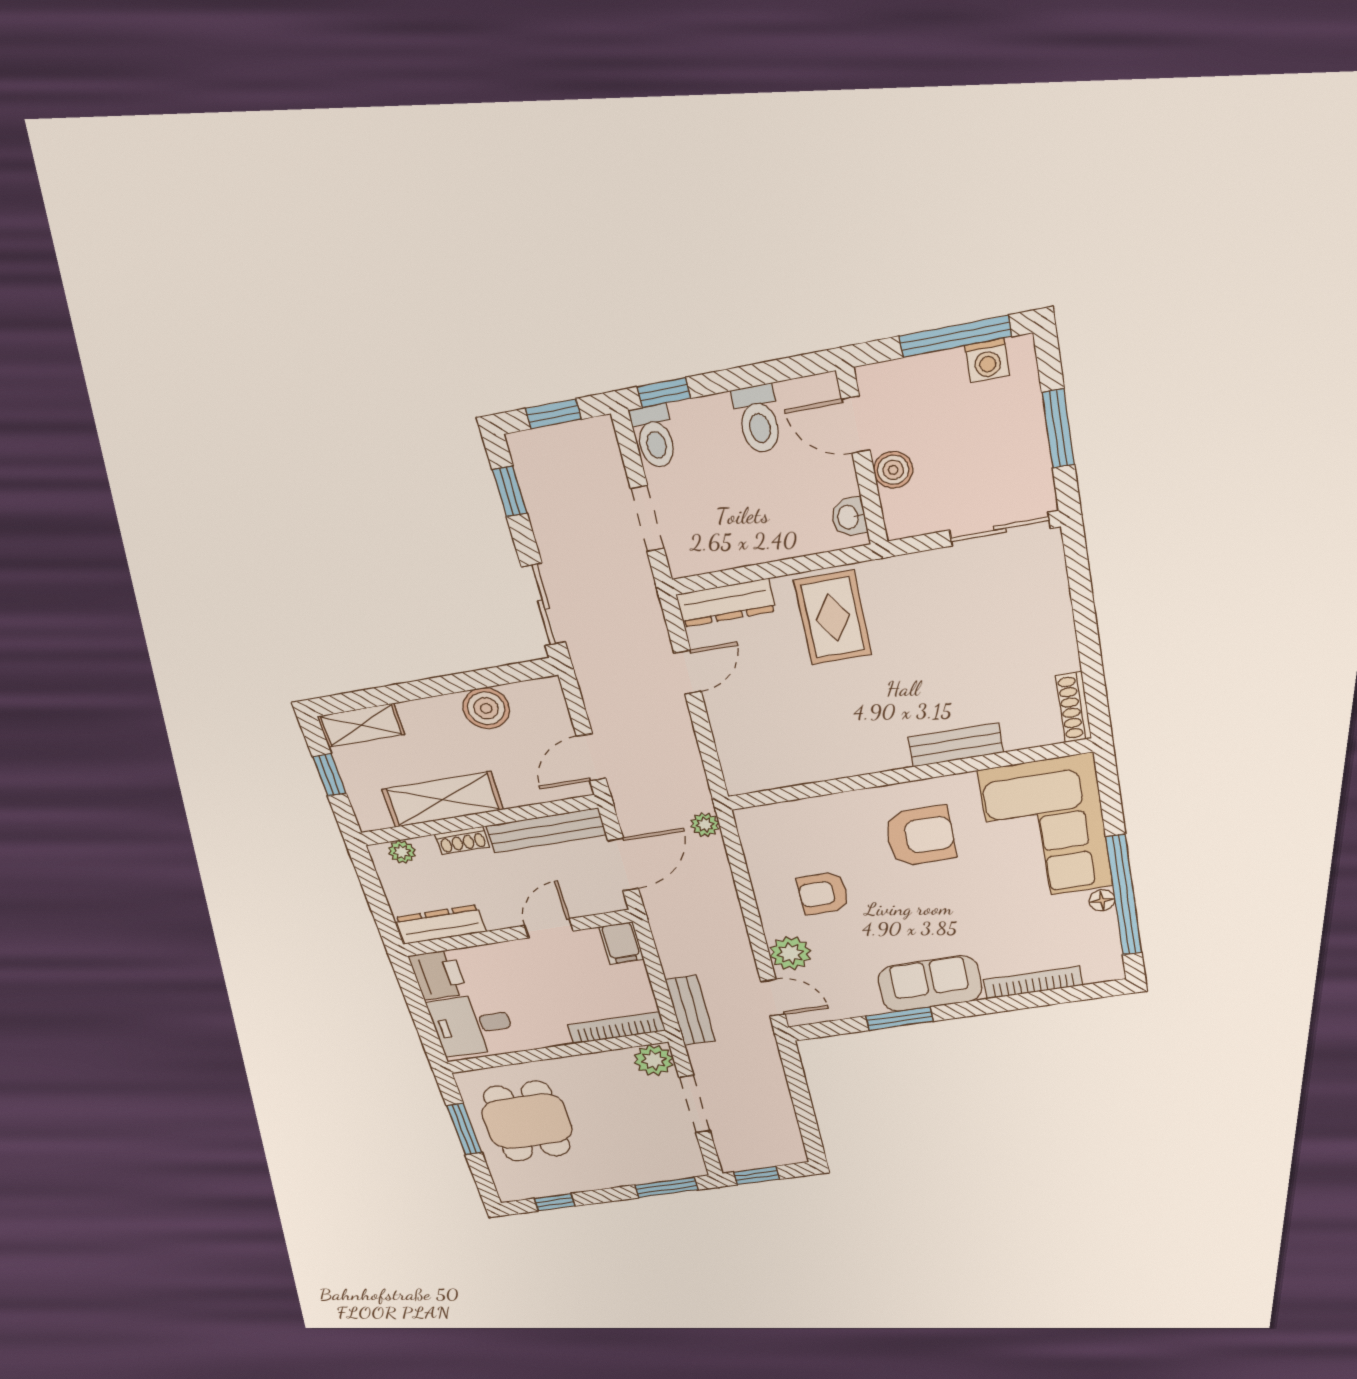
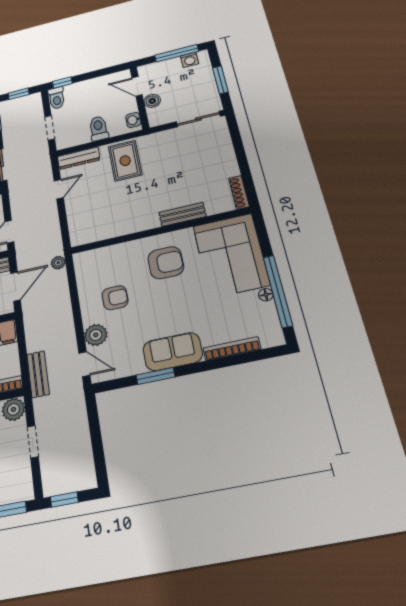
toilet: (758, 419) -> (99, 128), moved, turned 180
armchair: (823, 893) -> (115, 298), turned 180
doorway: (695, 1104) -> (33, 442), width x0.73

